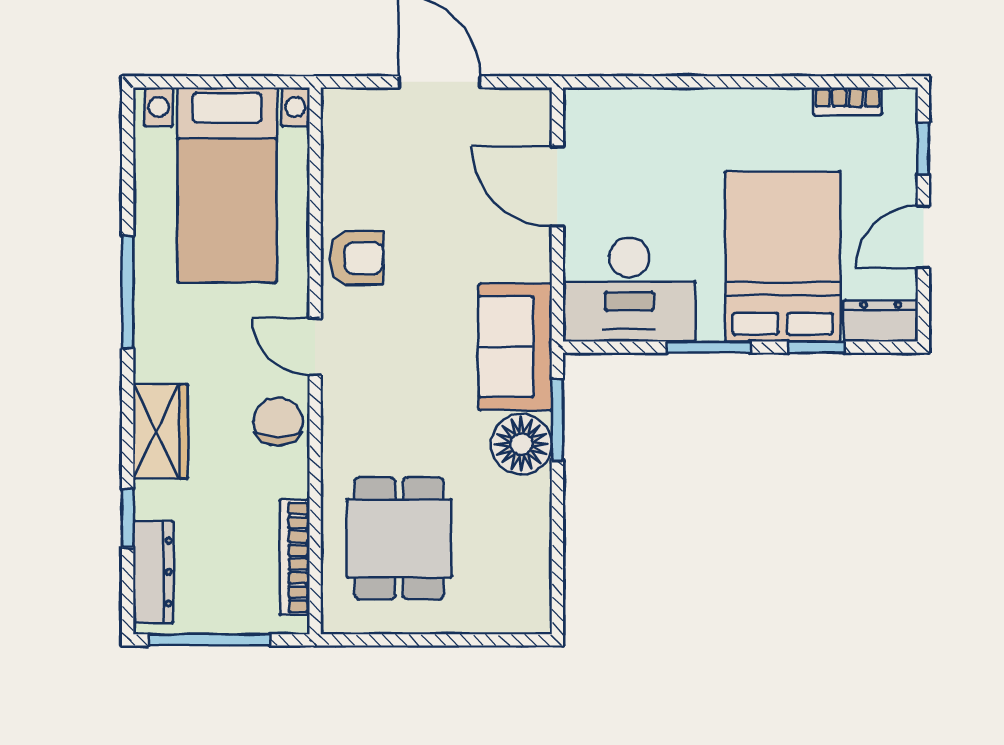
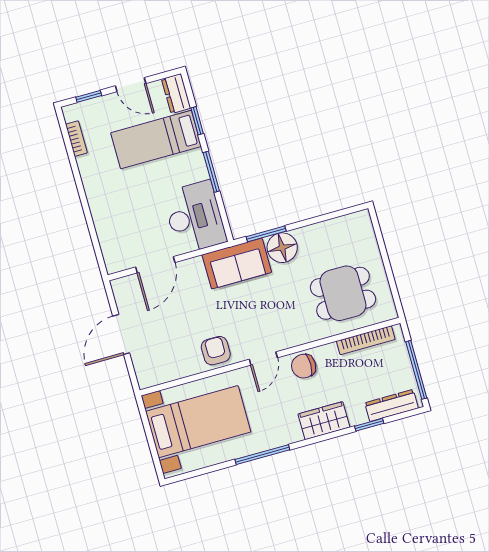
bed: (783, 257) -> (156, 140), width x0.67

